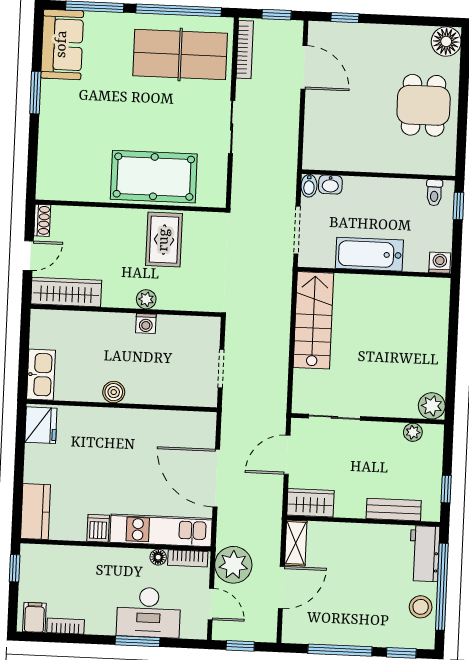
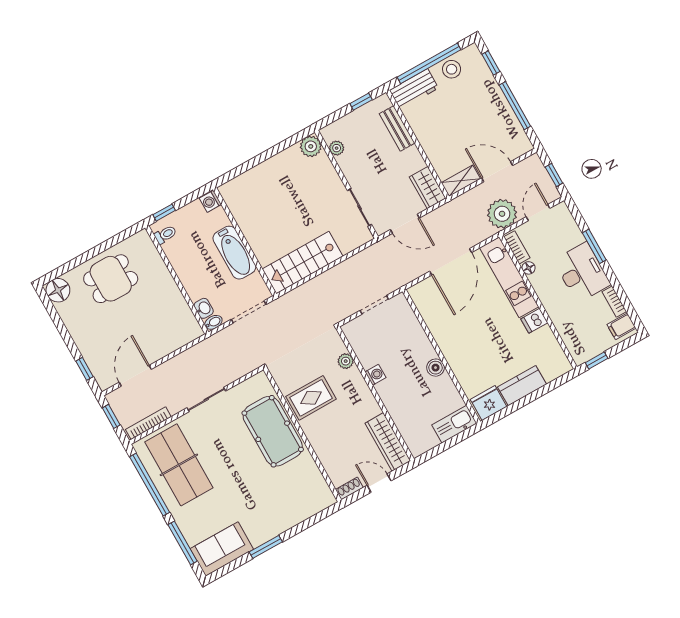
plant: (146, 299) -> (346, 361), moved
kitchen counter: (36, 512) -> (522, 386), moved
desk: (149, 612) -> (582, 272), moved

